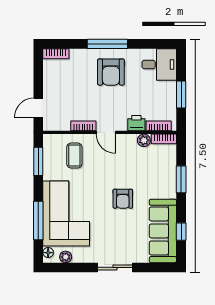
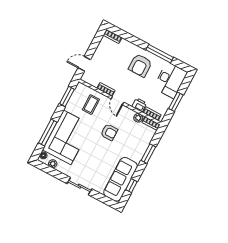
window: (107, 44) -> (160, 54), moved
desk: (159, 65) -> (170, 80), width x1.37
armchair: (123, 199) -> (109, 132), moved, turned -90

